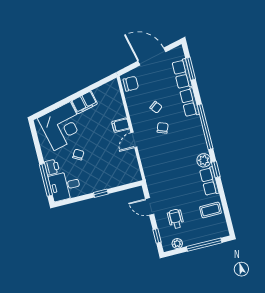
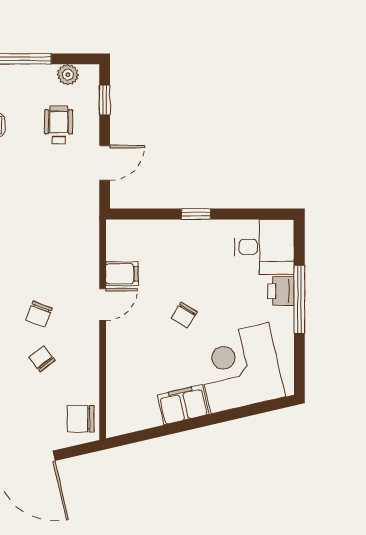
filing cabinet: (121, 125) -> (122, 274), moved
chair: (78, 155) -> (184, 315), moved
window: (46, 180) -> (299, 300), moved
door: (150, 206) -> (105, 163), hinge flipped
wheelchair: (176, 219) -> (59, 125), turned 180

